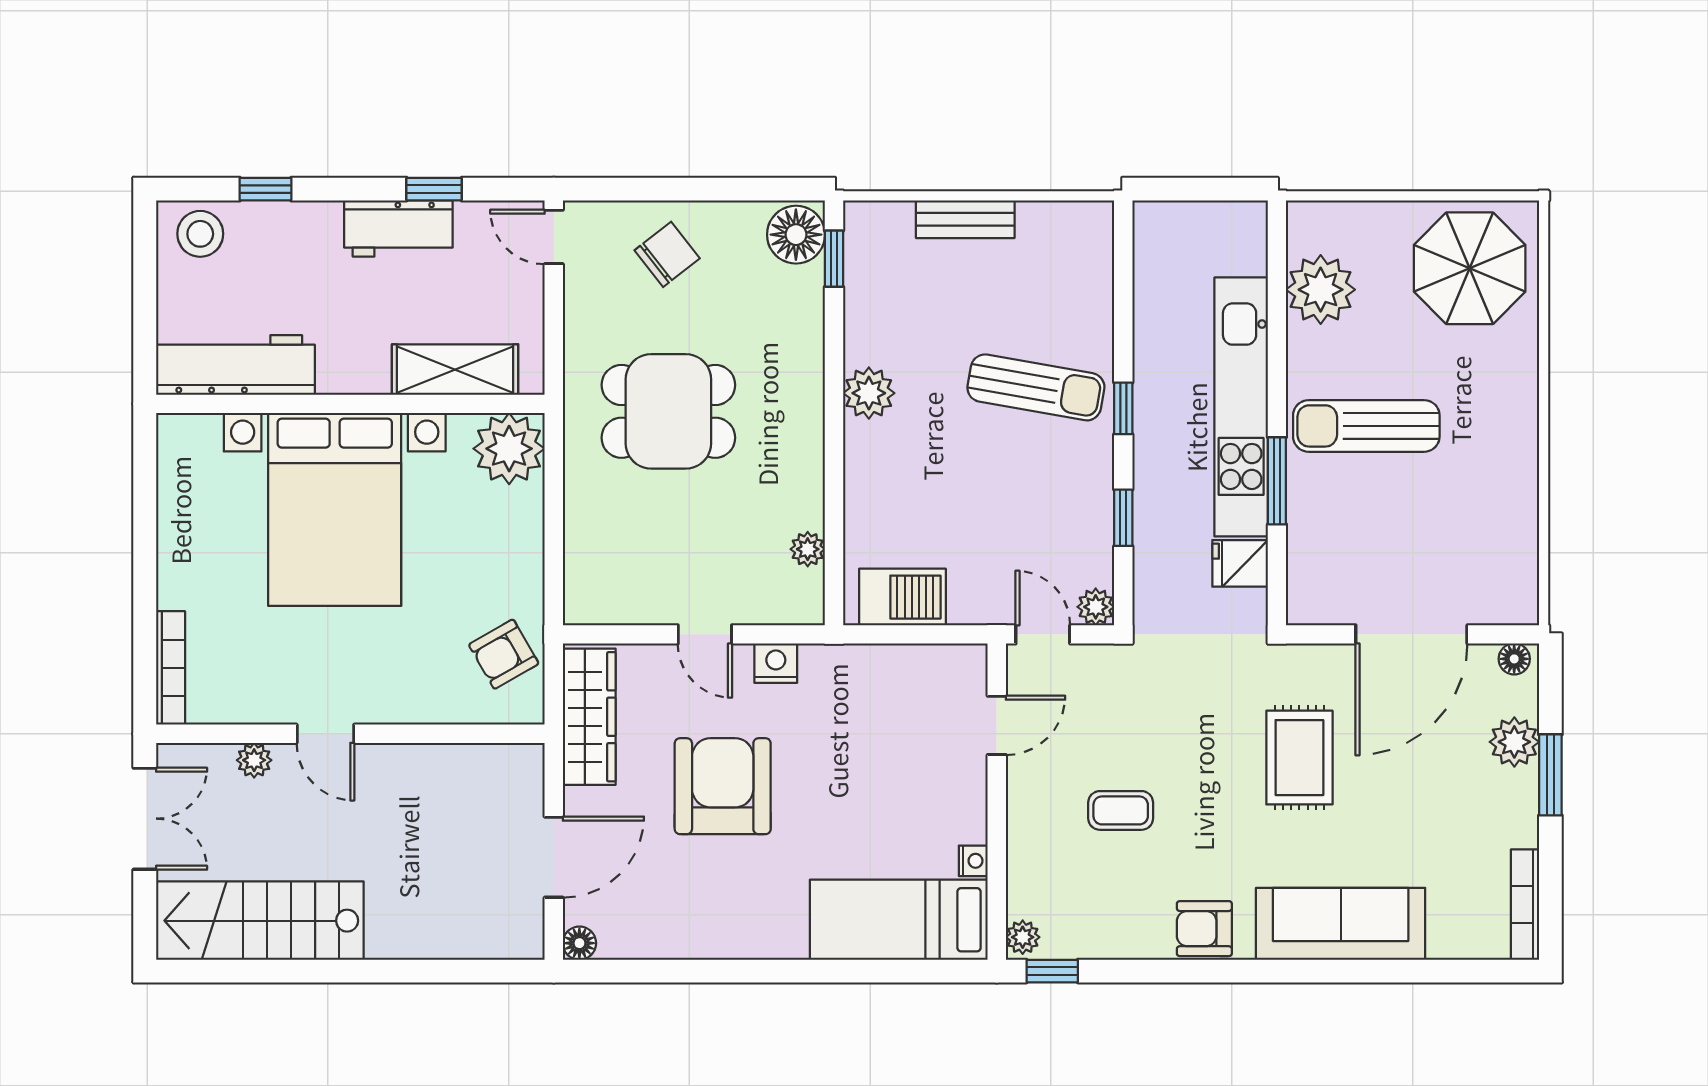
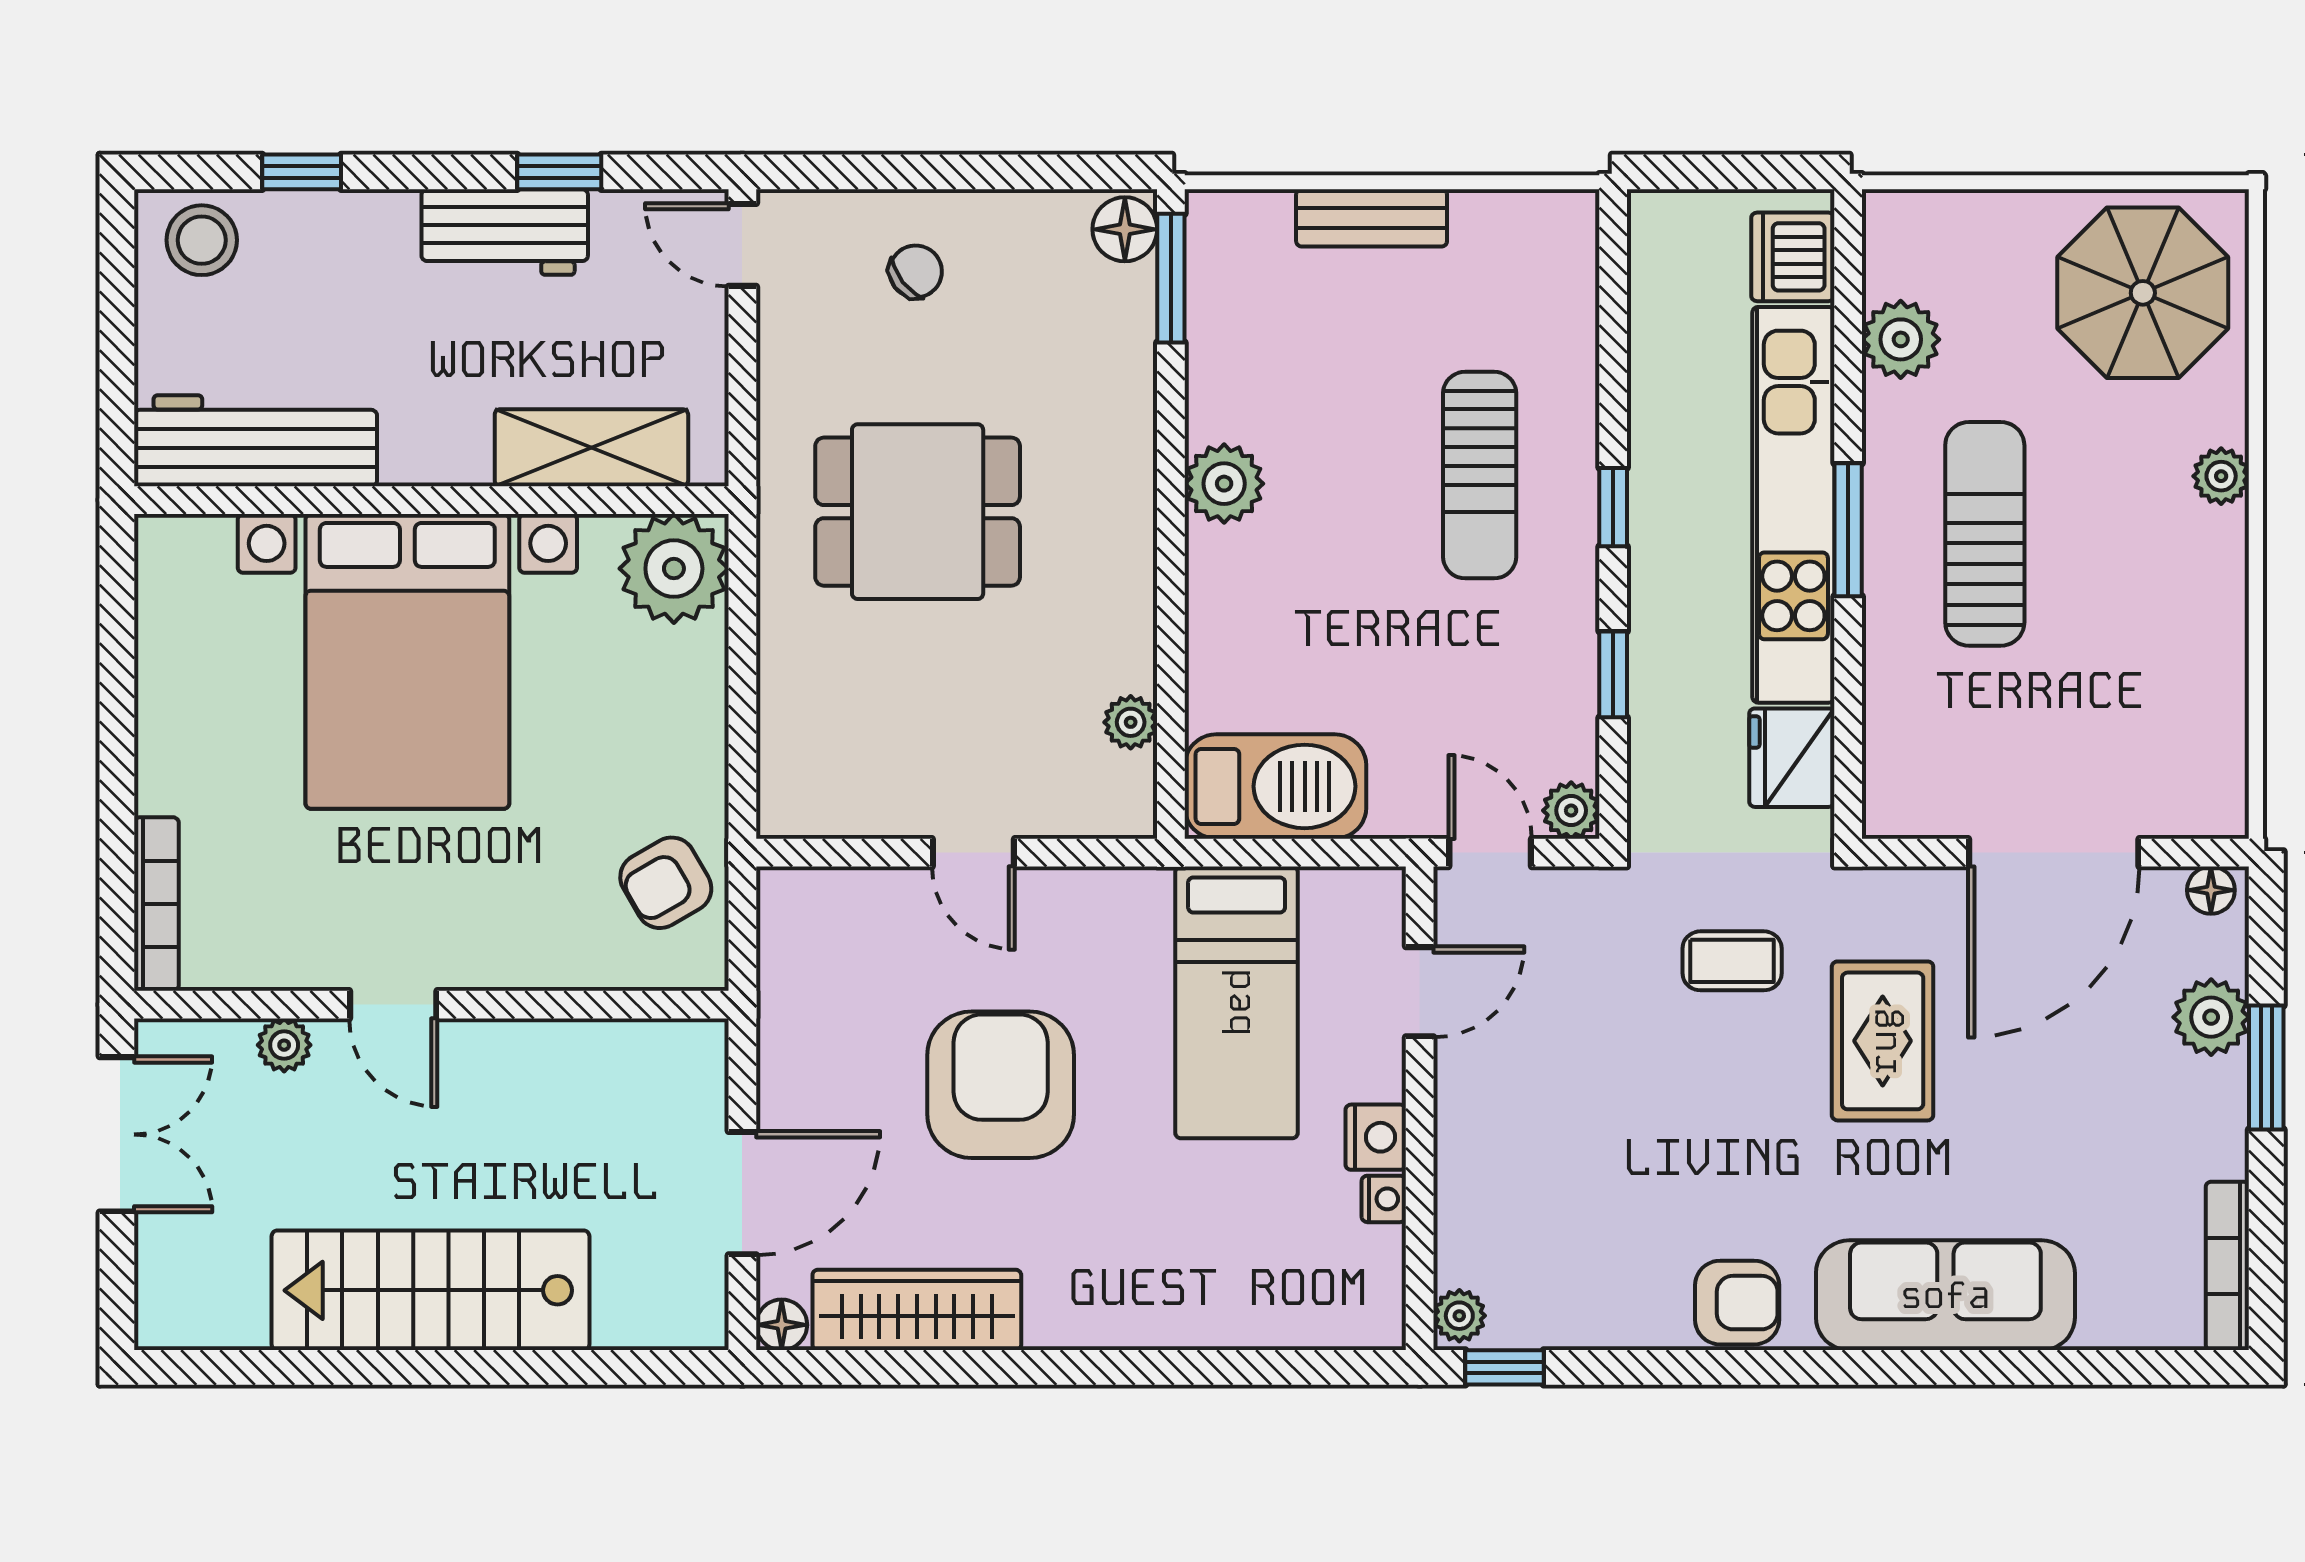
floor lamp: (796, 235) -> (1125, 229), width x0.73, depth x0.73
dishwasher: (1241, 245) -> (1793, 257), added
chair: (667, 254) -> (916, 272), width x0.73, depth x0.73
window: (834, 259) -> (1171, 278), width x1.50
plant: (1321, 290) -> (1901, 339), width x0.73, depth x0.73
sun lounger: (1036, 387) -> (1480, 475), turned 80
plant: (1521, 388) -> (2221, 476), added
sun lounger: (1366, 426) -> (1985, 534), turned 90
window: (1277, 481) -> (1848, 530), moved
fridge: (1240, 563) -> (1792, 758), width x1.38
barbecue: (902, 597) -> (1275, 786), width x1.37, depth x1.21
nightstand: (776, 663) -> (1376, 1137), moved, turned 90
wardrobe: (589, 717) -> (917, 1310), moved, turned -90
coffee table: (1121, 810) -> (1732, 961), moved
bed: (899, 920) -> (1237, 1002), moved, turned -90
stairs: (260, 921) -> (430, 1290), moved
armchair: (1204, 929) -> (1737, 1303), turned 180

